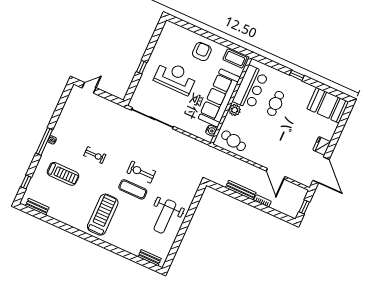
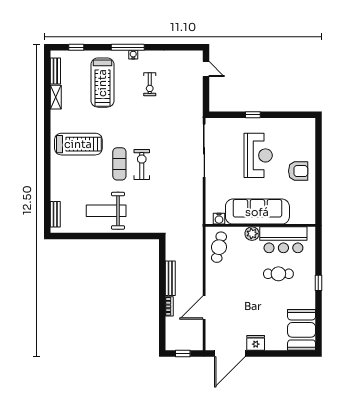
coffee table: (235, 58) -> (307, 209), removed
exercise bike: (95, 155) -> (150, 84), moved
treadmill: (63, 174) -> (102, 83), width x1.37, depth x1.38
shelving: (58, 216) -> (56, 97), added

